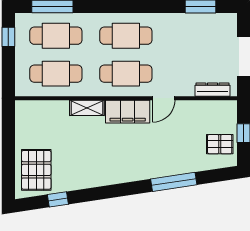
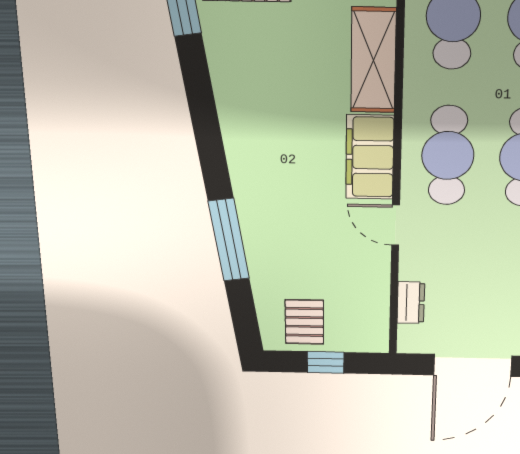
dresser: (212, 90) -> (411, 303), width x0.70
shelving: (87, 108) -> (373, 60), width x1.50, depth x1.33

